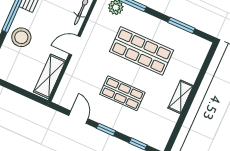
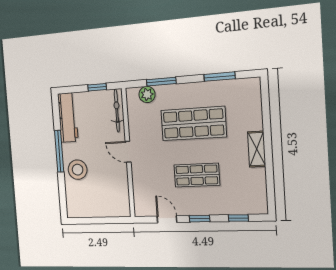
door: (75, 45) -> (128, 152), hinge flipped
shelving: (50, 76) -> (121, 193), removed

